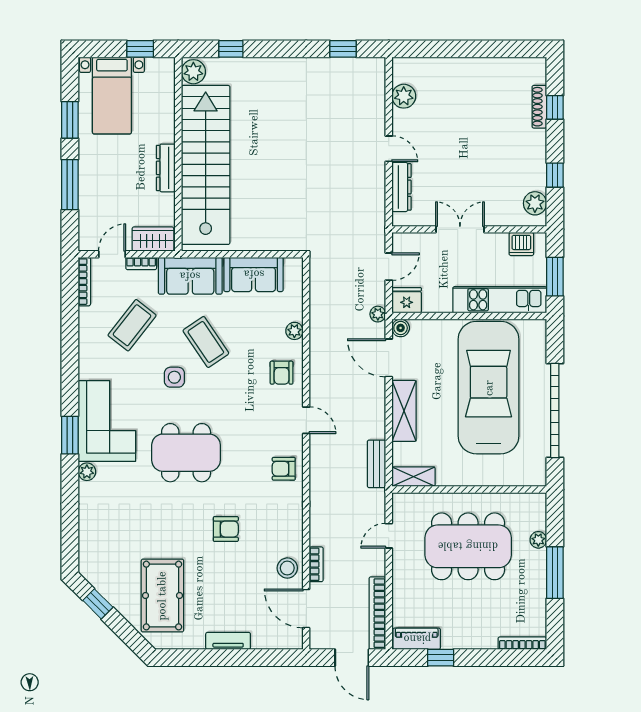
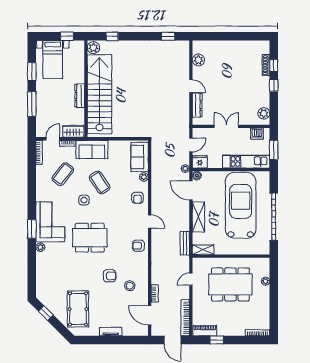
window: (555, 175) -> (274, 85), moved
sofa: (254, 274) -> (140, 157), moved, turned 90
stool: (287, 568) -> (130, 286), moved
window: (555, 573) -> (274, 298), removed

